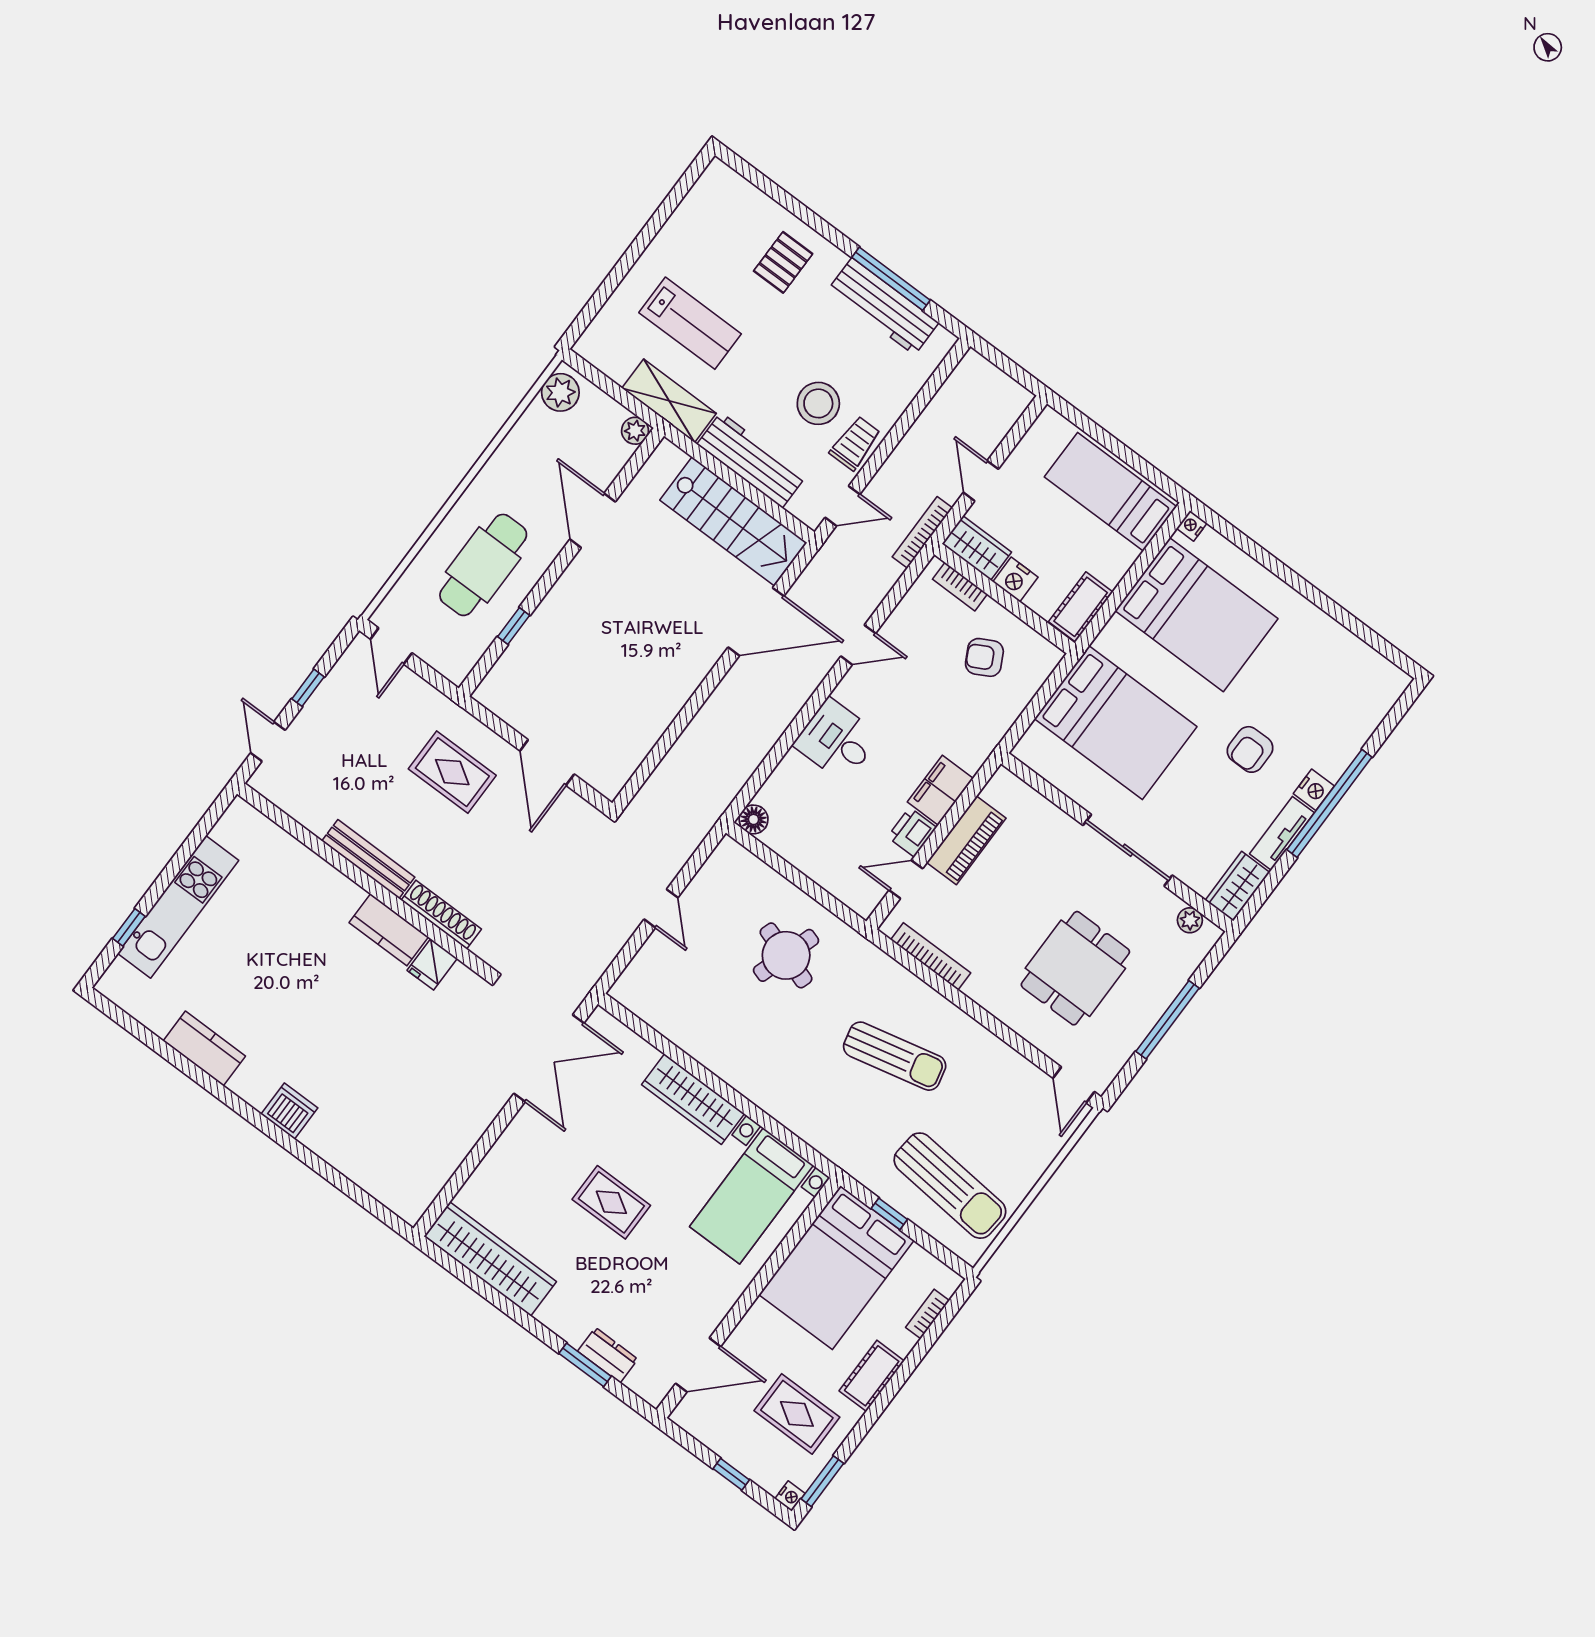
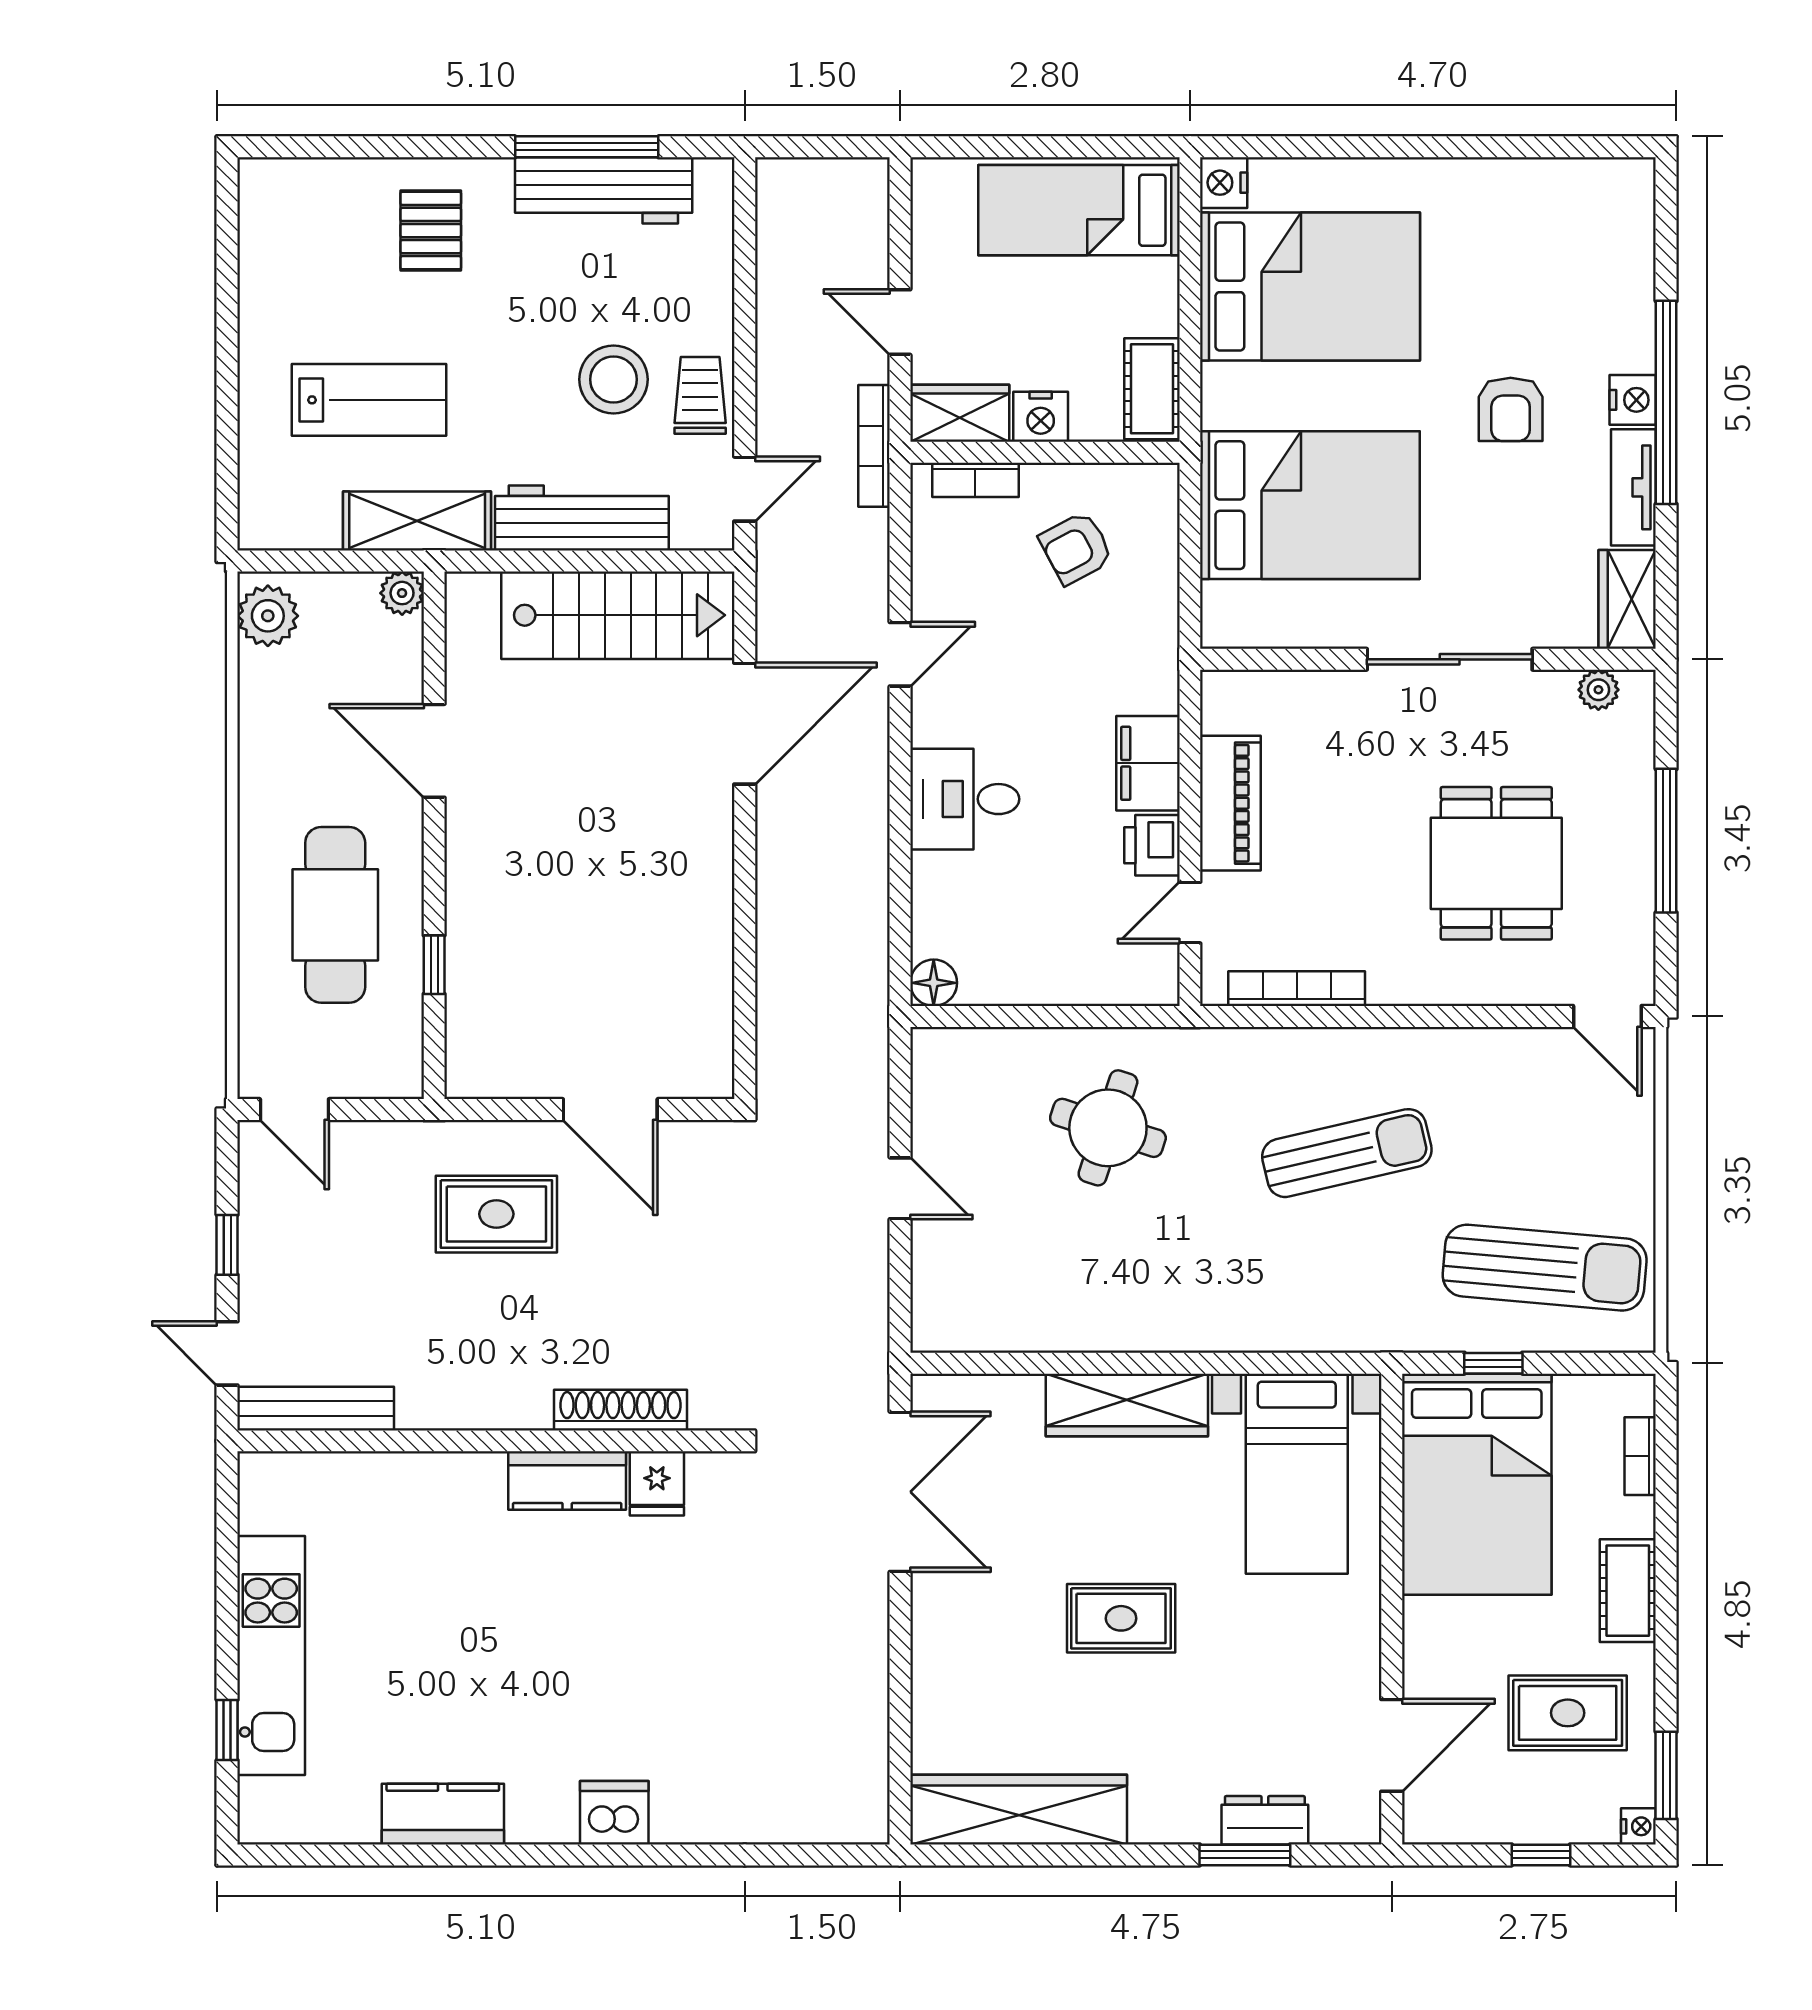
nightstand: (1192, 526) -> (1224, 183), width x1.39, depth x1.35
bench: (368, 859) -> (316, 1409), moved

